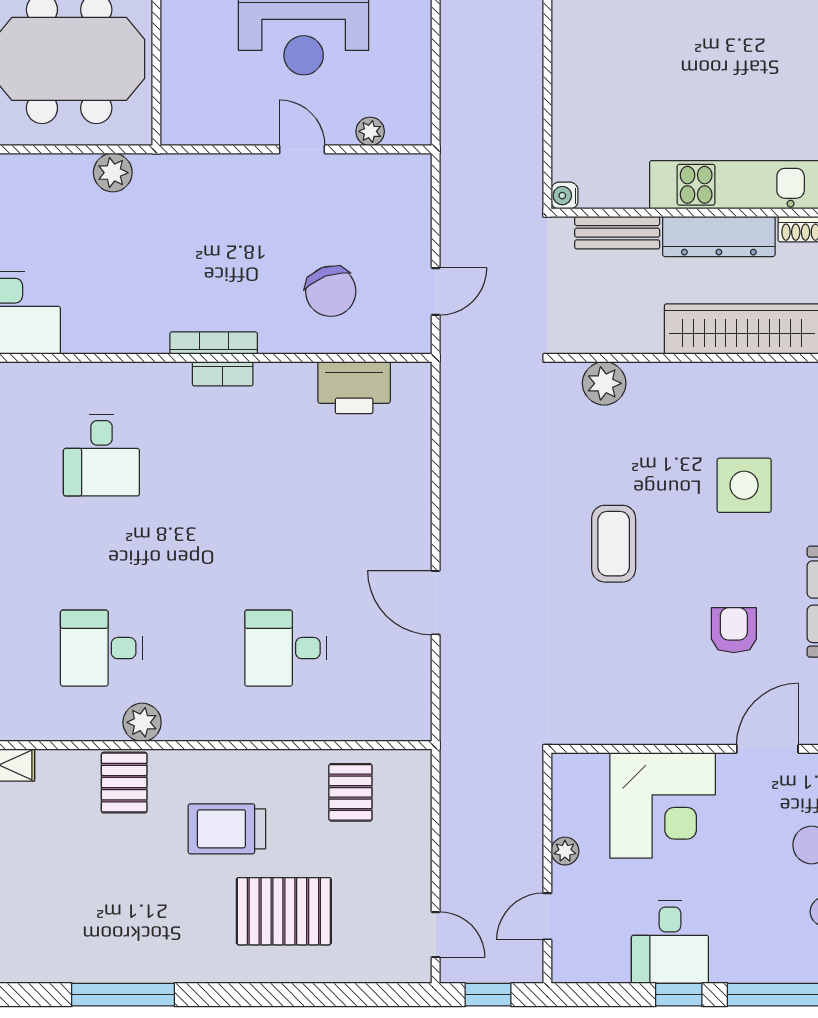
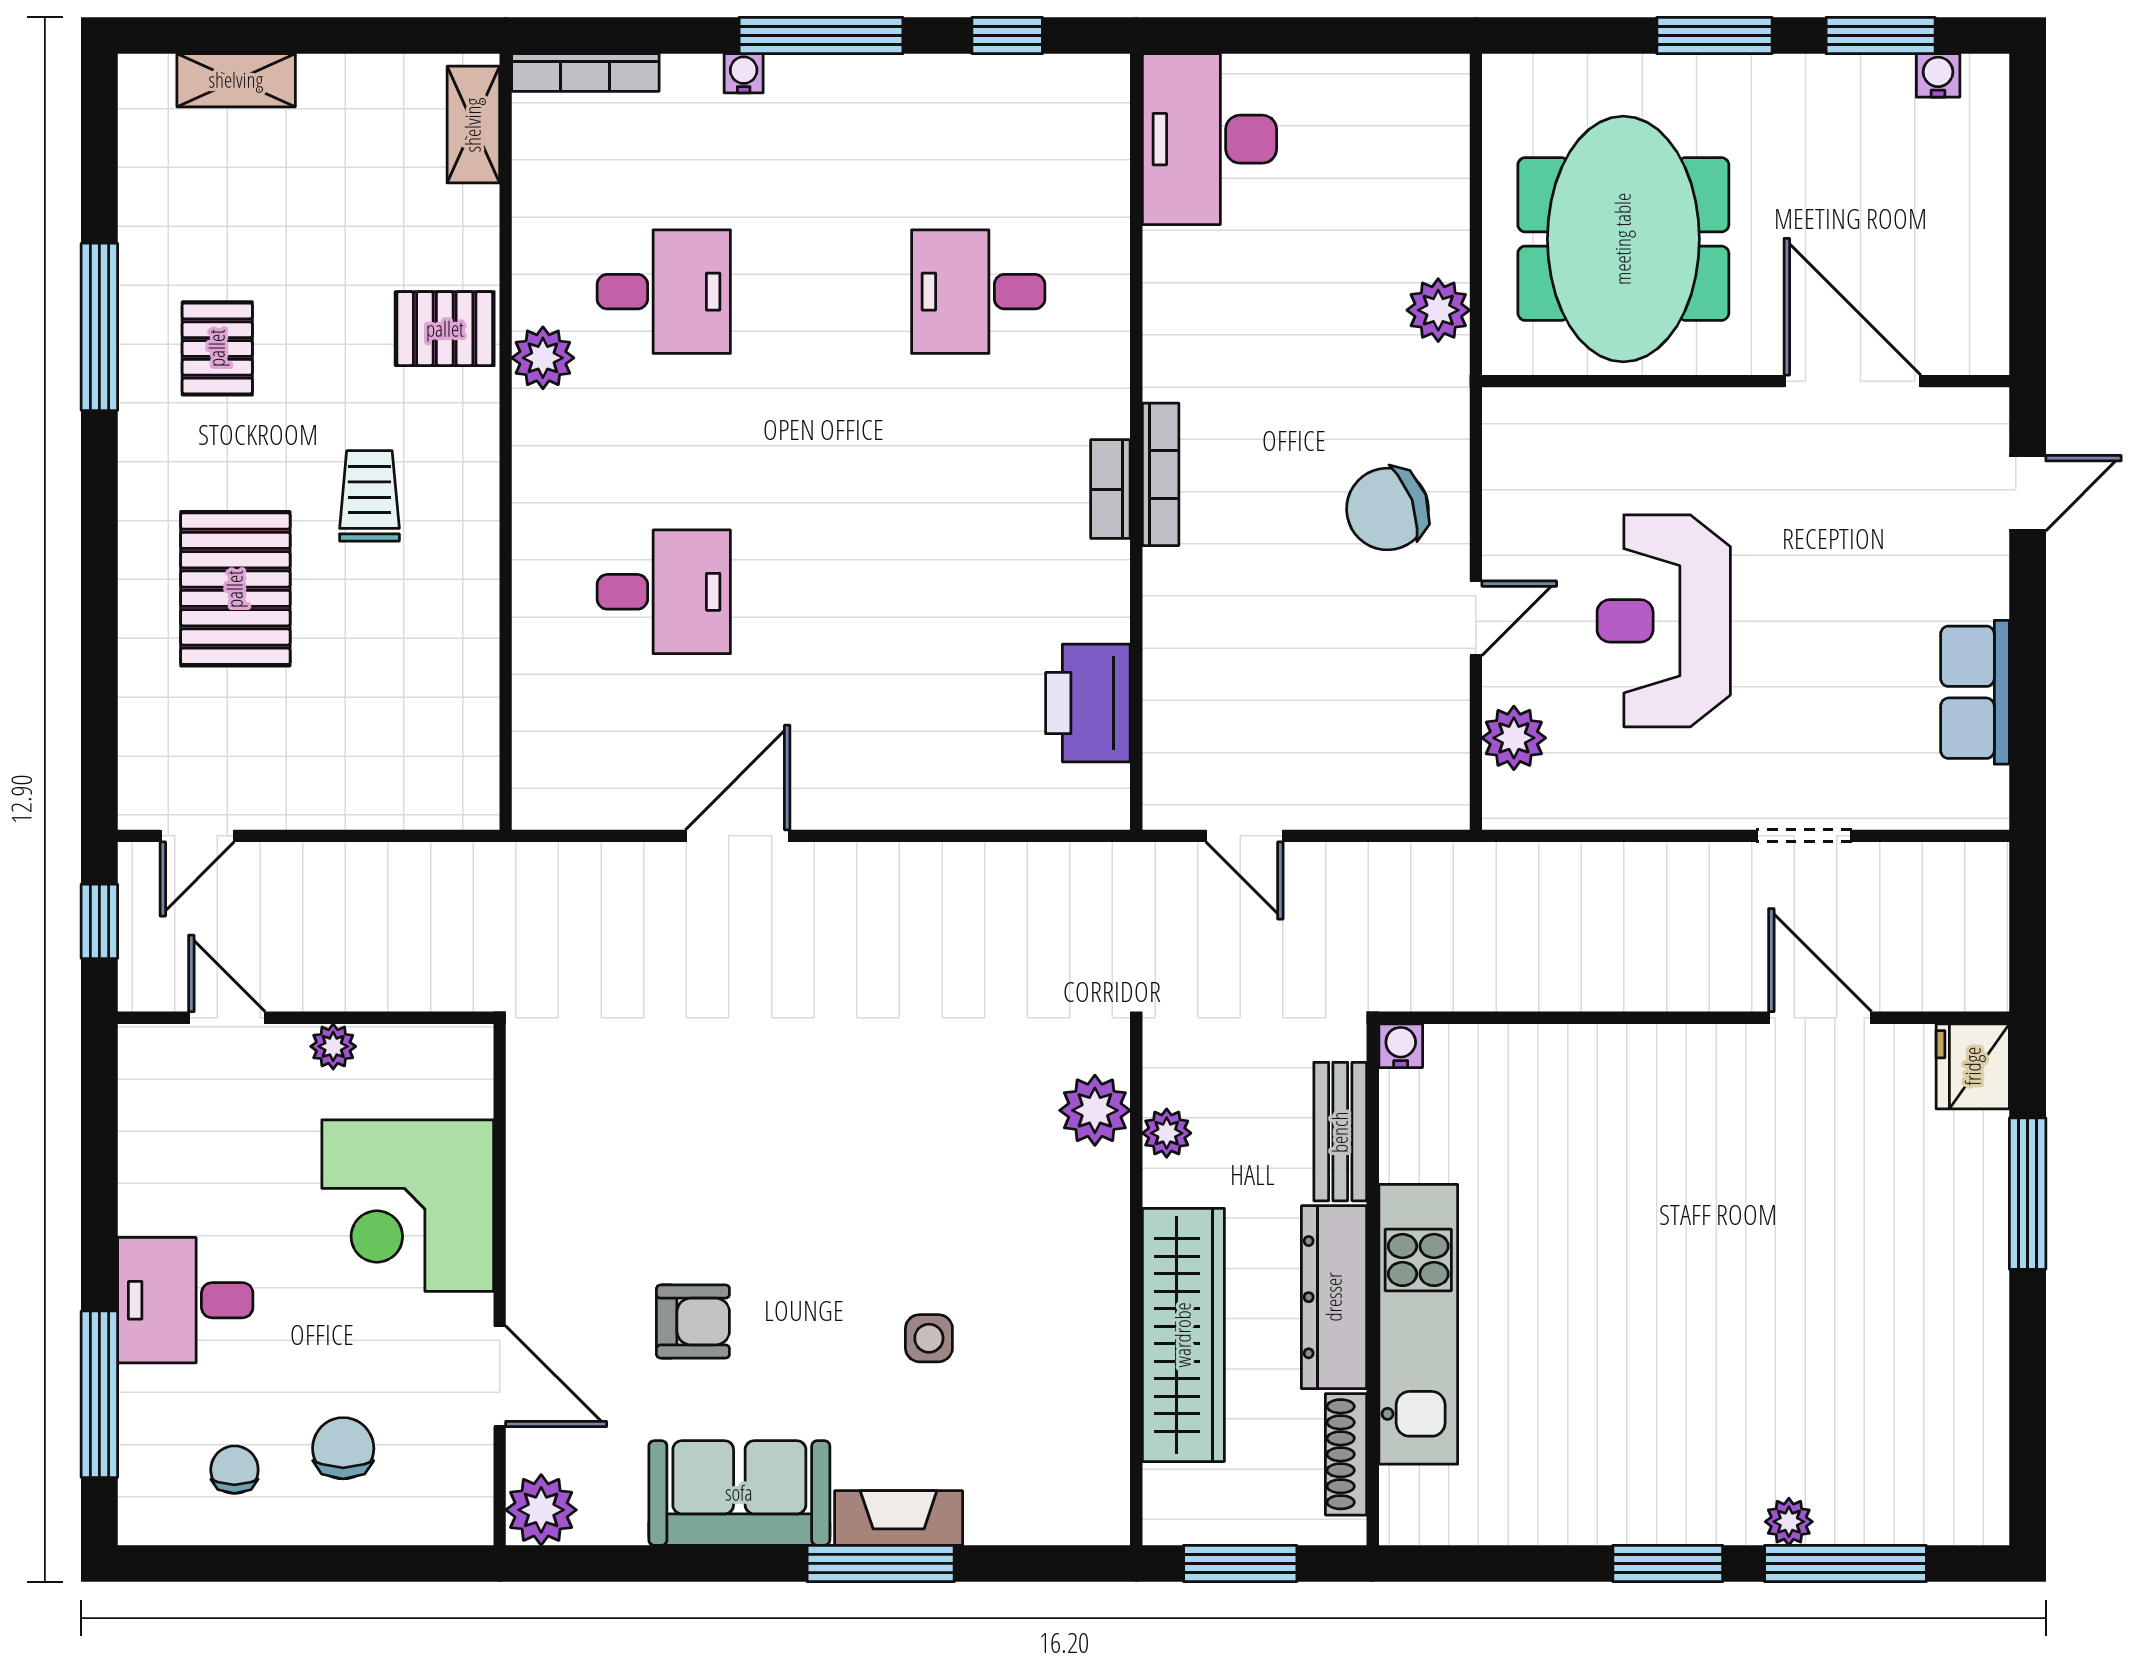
plant: (370, 131) -> (1514, 738), width x1.38, depth x1.38
chair: (331, 291) -> (1387, 509), moved
plant: (618, 339) -> (1167, 1133), added
side table: (744, 485) -> (929, 1338), width x0.54, depth x0.54
coffee table: (614, 544) -> (834, 1126), removed
desk: (101, 648) -> (664, 292), turned 90
desk: (286, 648) -> (664, 592), turned 90
pallet: (350, 792) -> (217, 348), moved, turned 90
trolley: (227, 829) -> (369, 496), width x0.73, depth x0.72
desk: (670, 942) -> (185, 1300), moved
window: (679, 995) -> (99, 1232), removed

